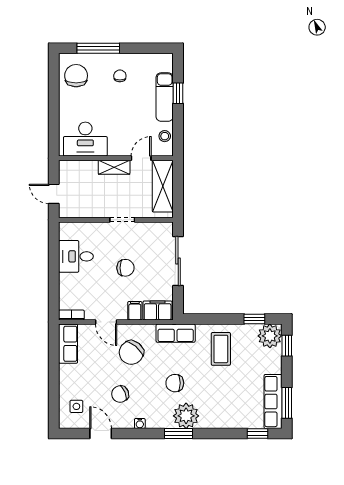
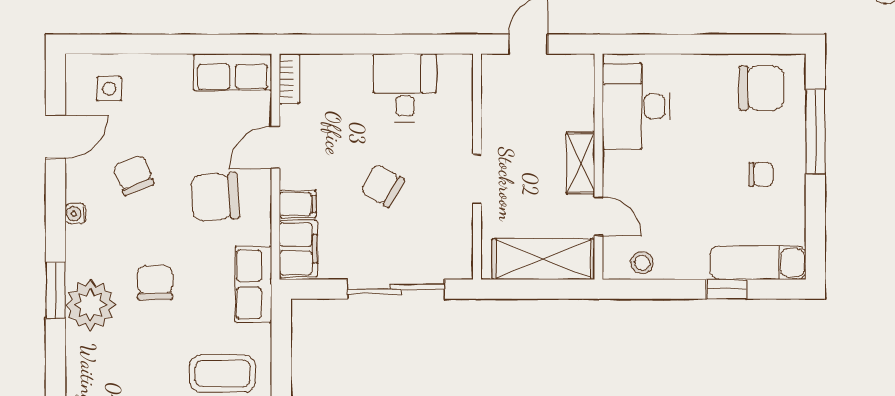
exam couch: (165, 97) -> (758, 263), moved
chair: (125, 268) -> (382, 185), turned 120
chair: (131, 353) -> (215, 197), turned -44

